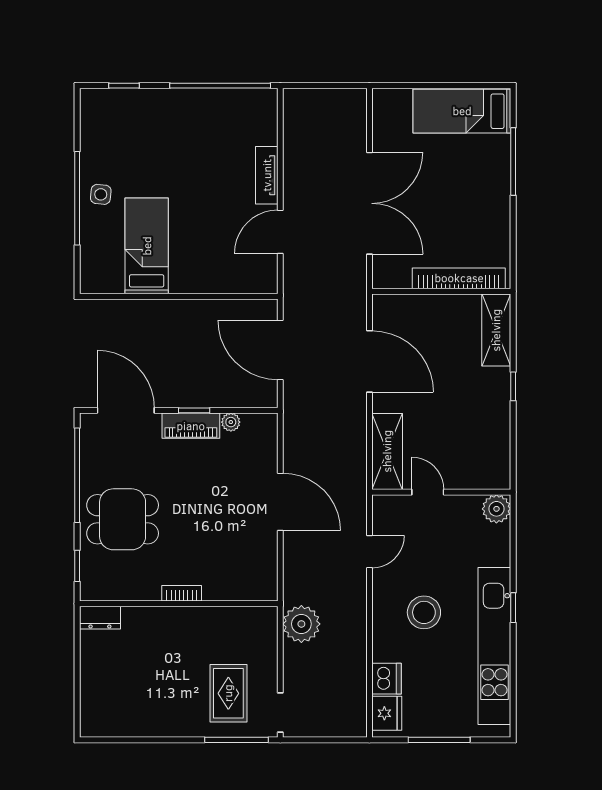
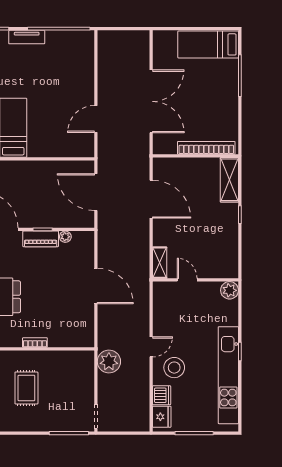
tv unit: (267, 175) -> (27, 37), moved, turned -90
shelving: (387, 451) -> (160, 263), width x0.67, depth x0.75
door: (369, 552) -> (151, 347), moved
stool: (424, 612) -> (174, 368), moved
rug: (228, 693) -> (26, 388), moved

